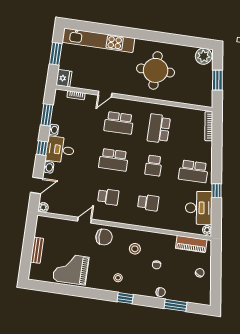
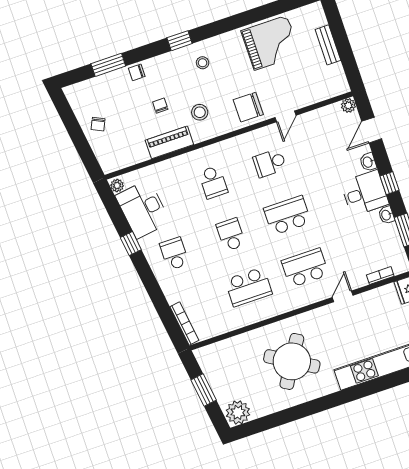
round table: (156, 70) -> (292, 361), turned 31
school desk: (159, 129) -> (249, 287), turned 90
school desk: (193, 171) -> (174, 254), width x0.54
school desk: (148, 203) -> (213, 182), turned -90
piano: (191, 244) -> (169, 142), moved

